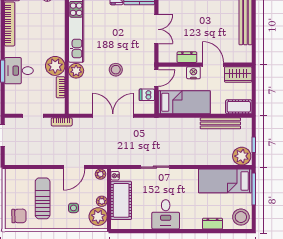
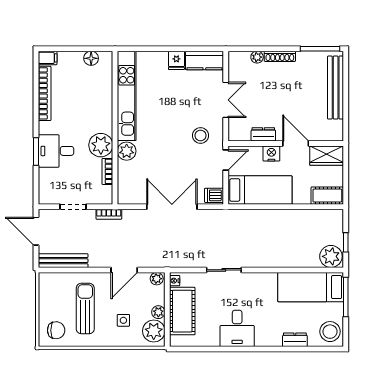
stool: (116, 70) -> (201, 135), moved
dishwasher: (147, 95) -> (214, 195), moved
bench: (220, 123) -> (63, 261), moved

